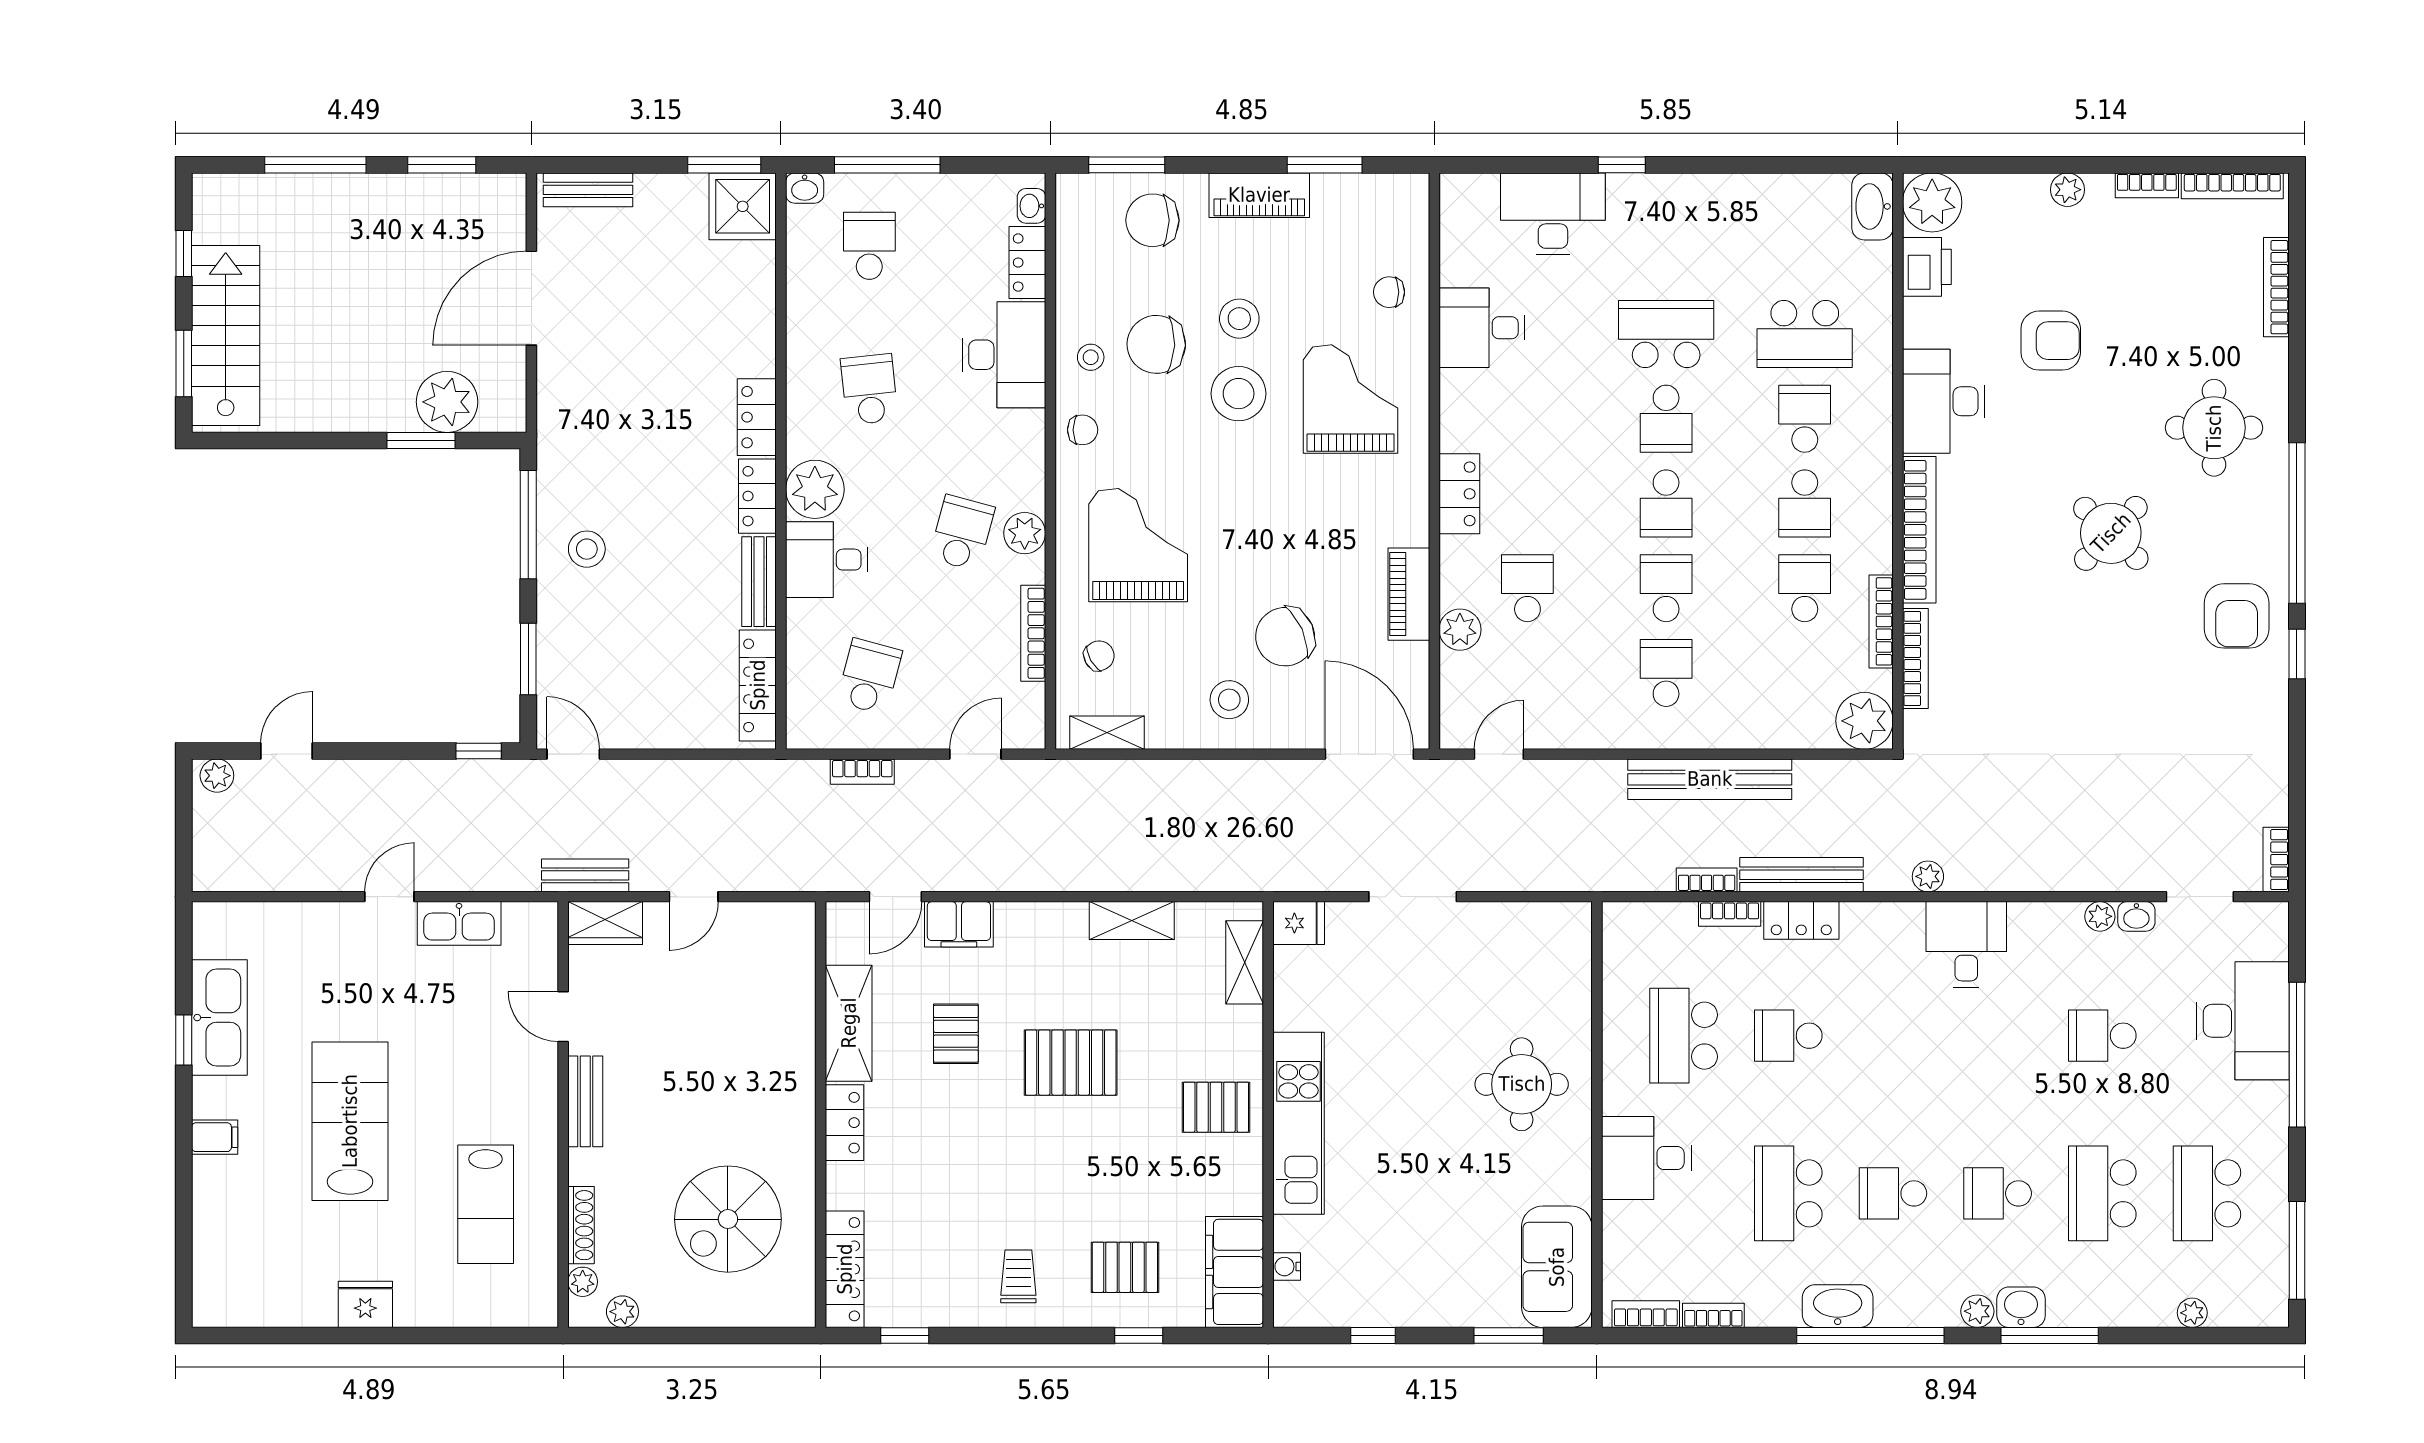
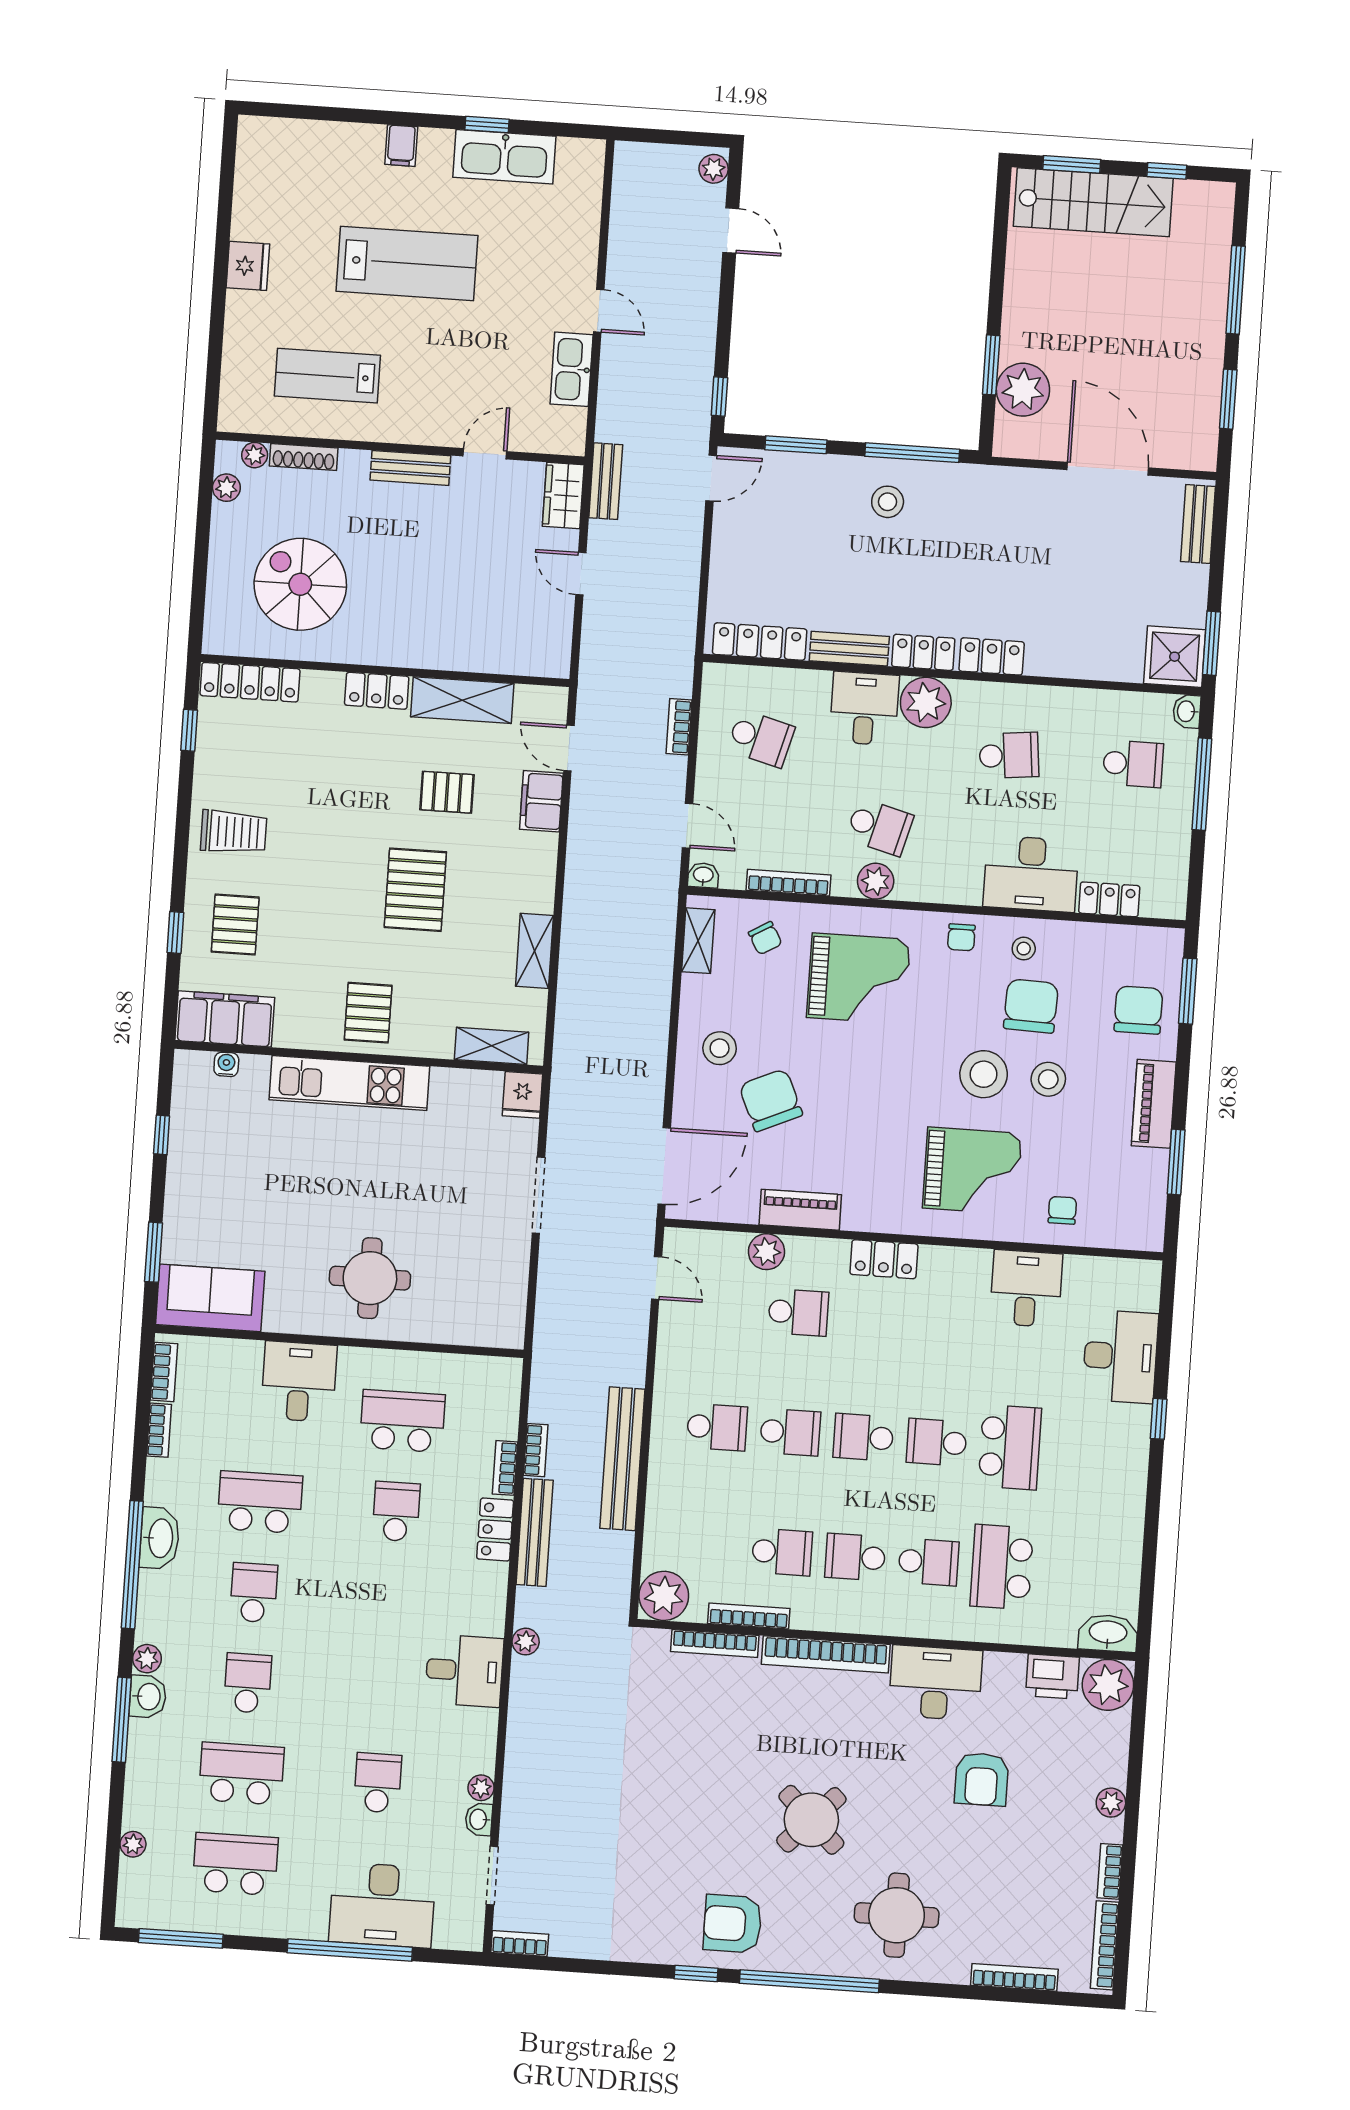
washbasin: (1031, 206) -> (703, 875), moved
trolley: (1018, 1276) -> (234, 832), width x1.36, depth x1.39

